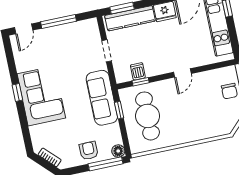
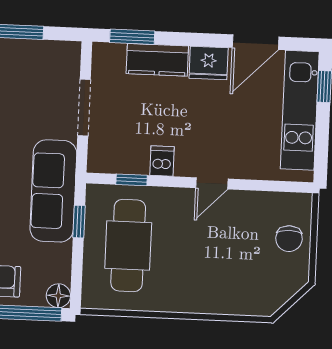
kitchen counter: (130, 18) -> (157, 60), width x0.67
doorway: (107, 51) -> (84, 108), width x1.38
dishwasher: (138, 71) -> (162, 161), moved

